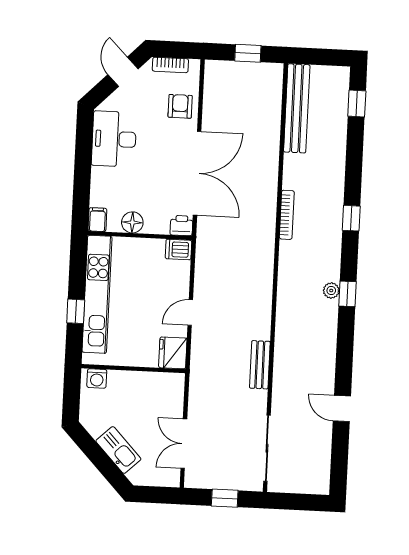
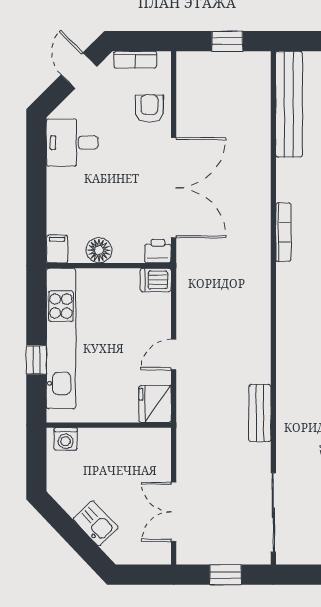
desk: (114, 139) -> (72, 143), width x0.73
kitchen sink: (118, 450) -> (96, 523), width x0.73

